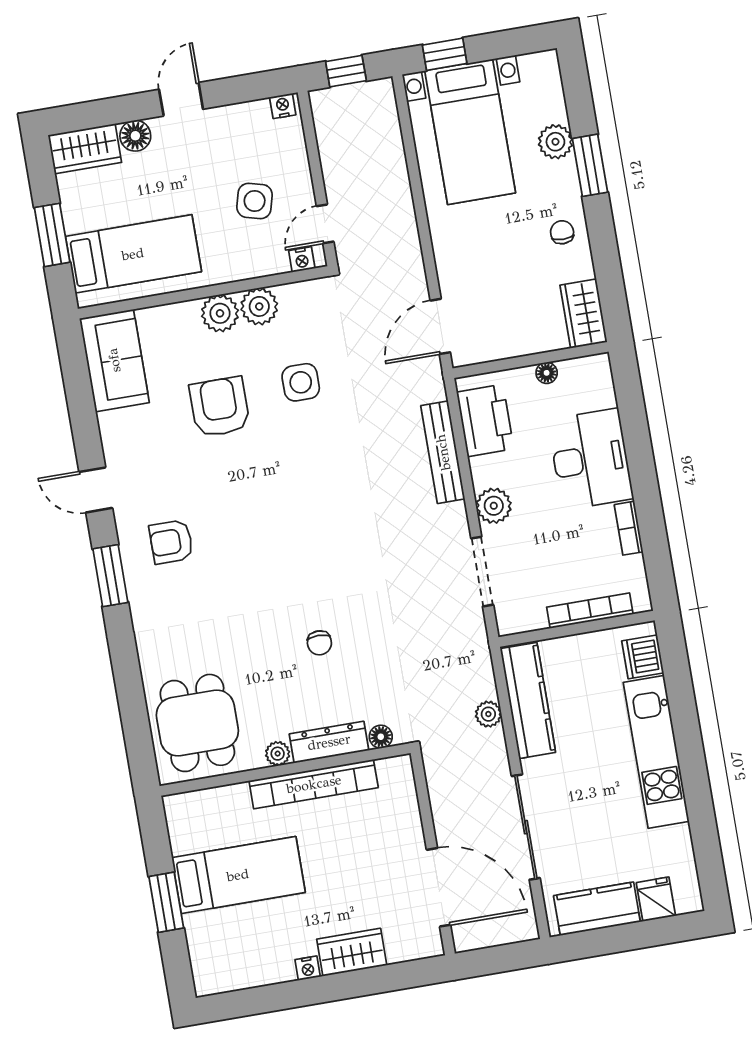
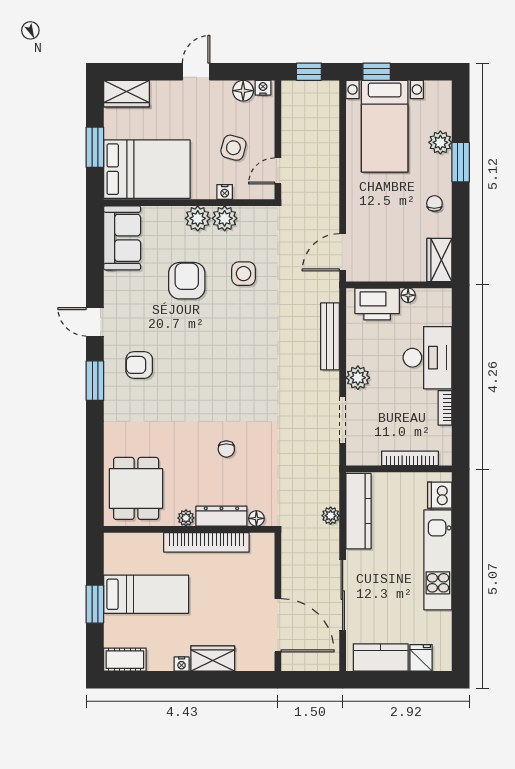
floor lamp: (135, 136) -> (243, 91), moved
bed: (133, 254) -> (147, 169), width x1.50
nightstand: (302, 259) -> (225, 192), moved
printer: (485, 420) -> (377, 304), moved, turned 90
cot: (224, 976) -> (125, 660), added

